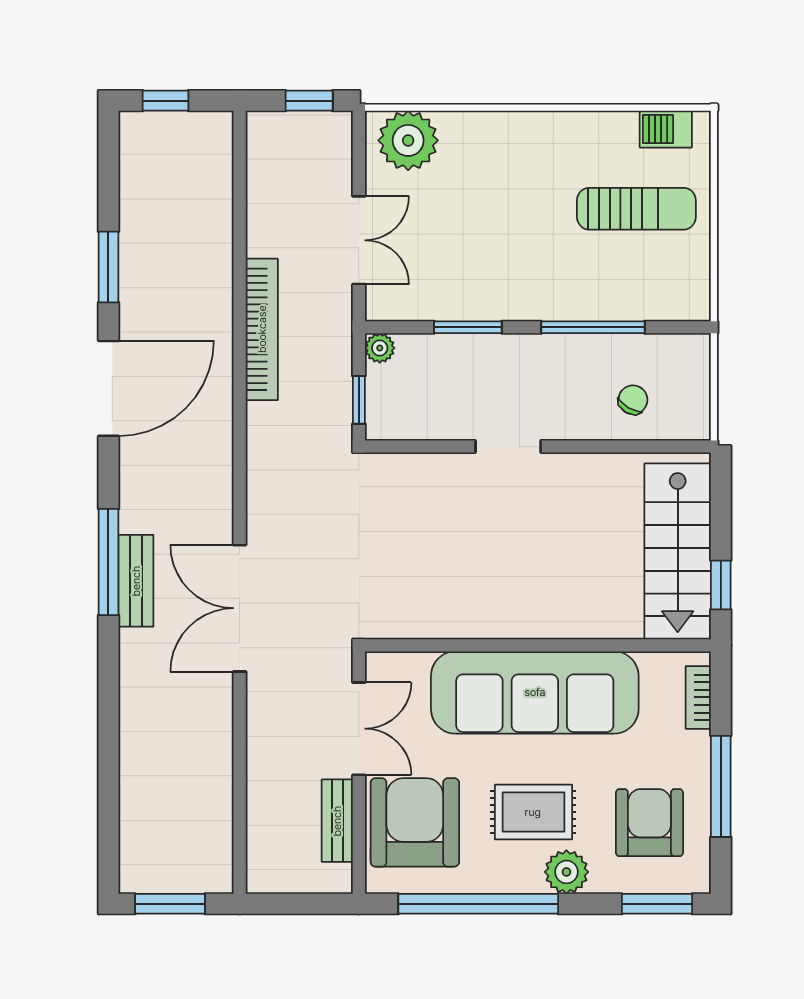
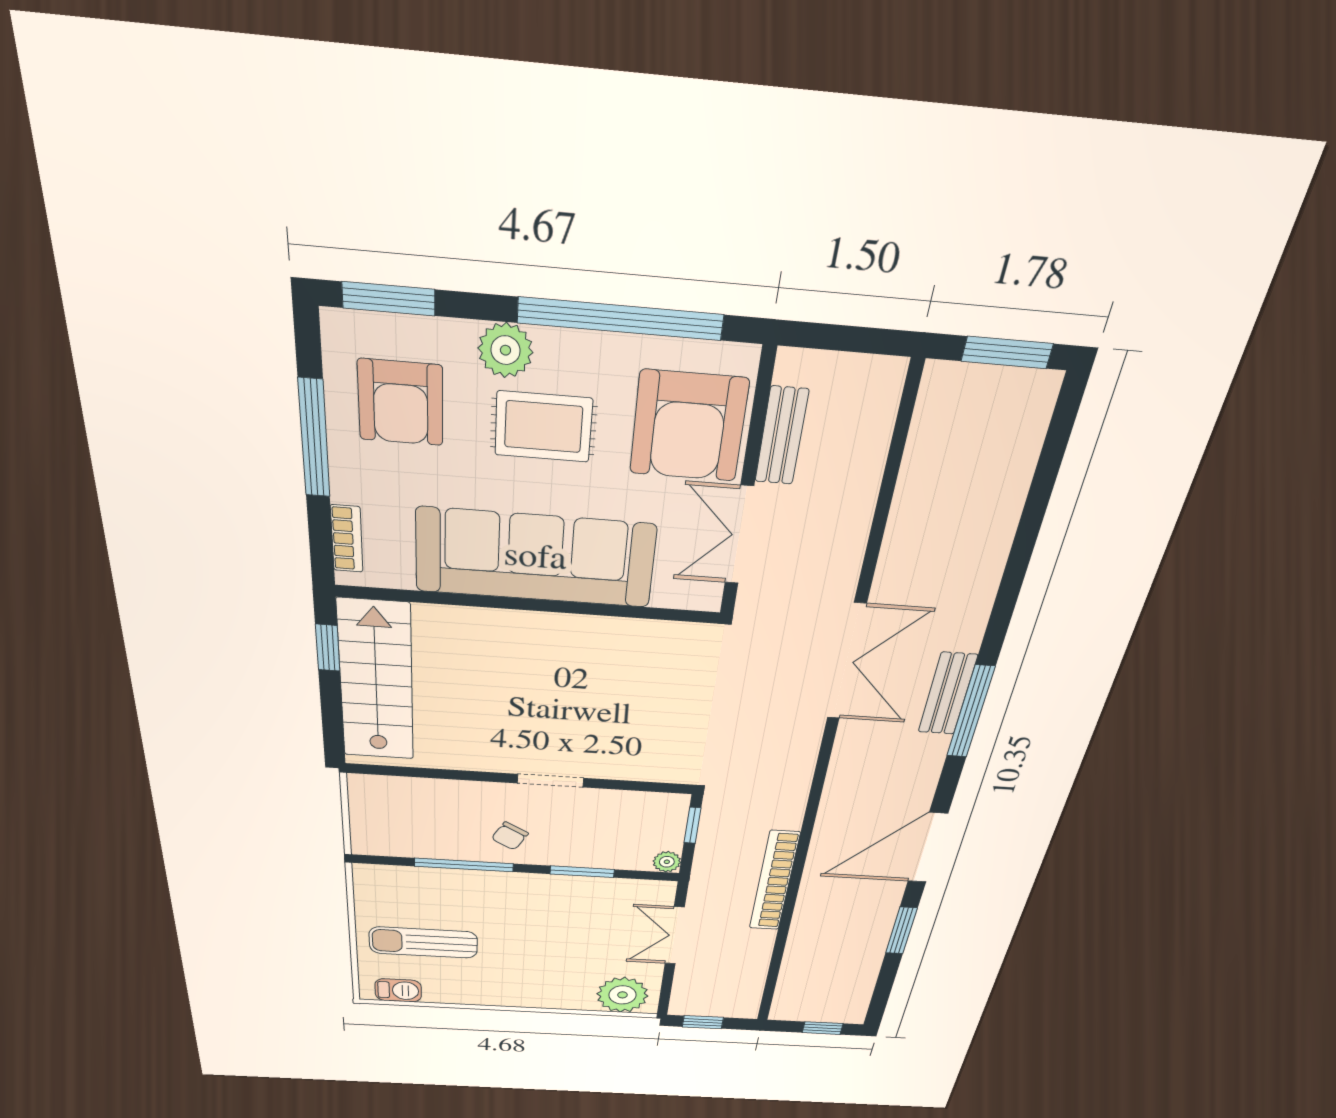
chair: (633, 400) -> (510, 836), moved

